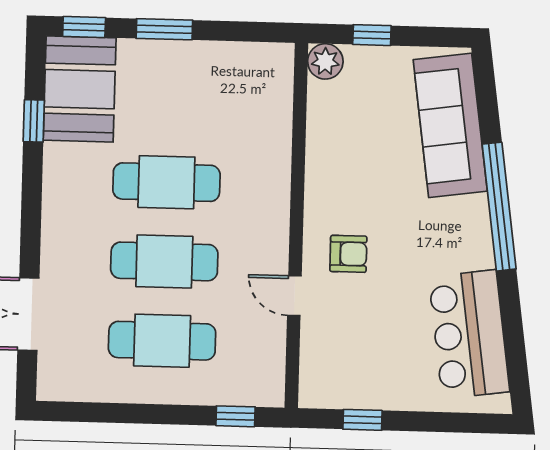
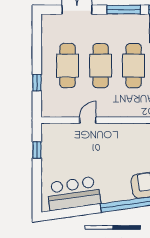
window: (31, 202) -> (124, 10), added
armchair: (348, 254) -> (106, 142), removed
window: (236, 416) -> (37, 83), moved

